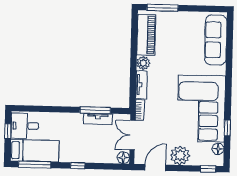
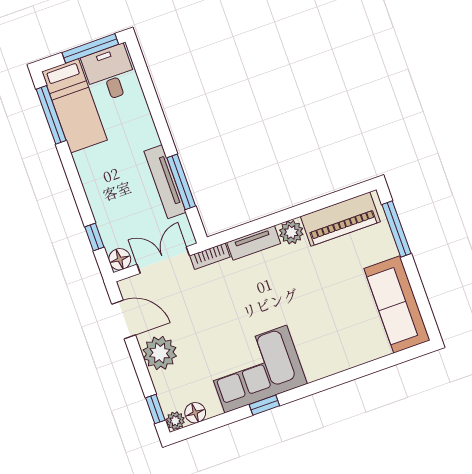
sofa: (216, 40) -> (397, 304), moved, turned -90
corner sofa: (201, 109) -> (256, 369), width x0.73, depth x0.74
tv unit: (98, 119) -> (165, 182), width x1.41
window: (227, 128) -> (264, 405), moved
window: (8, 131) -> (90, 48), width x2.17
plant: (218, 161) -> (175, 421), added
window: (78, 166) -> (94, 237), moved

